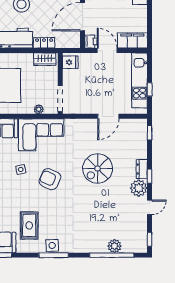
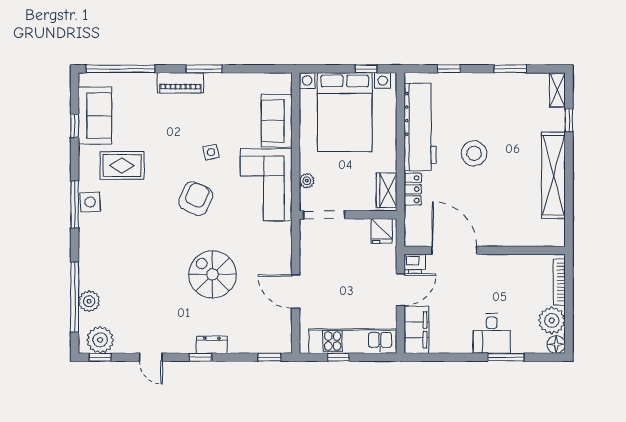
plant: (139, 188) -> (100, 340), moved

